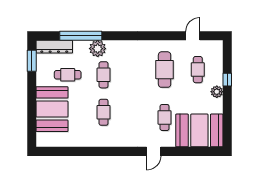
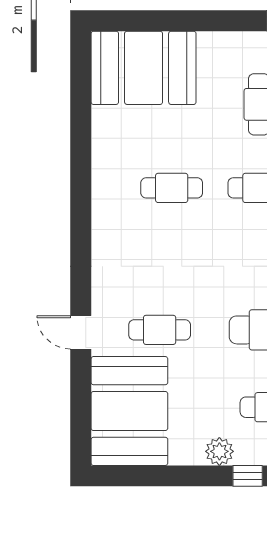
booth: (52, 109) -> (144, 68), moved
door: (154, 151) -> (81, 332), moved

